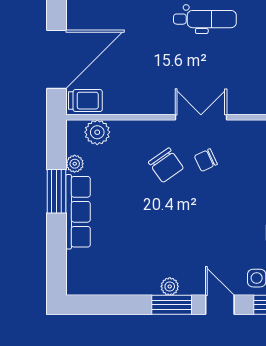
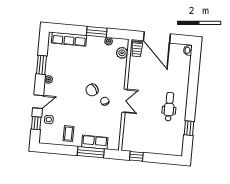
dental chair: (205, 19) -> (169, 107), turned 180
chair: (166, 165) -> (92, 90), moved
row of seats: (78, 212) -> (69, 39), moved
window: (172, 305) -> (41, 65), moved

